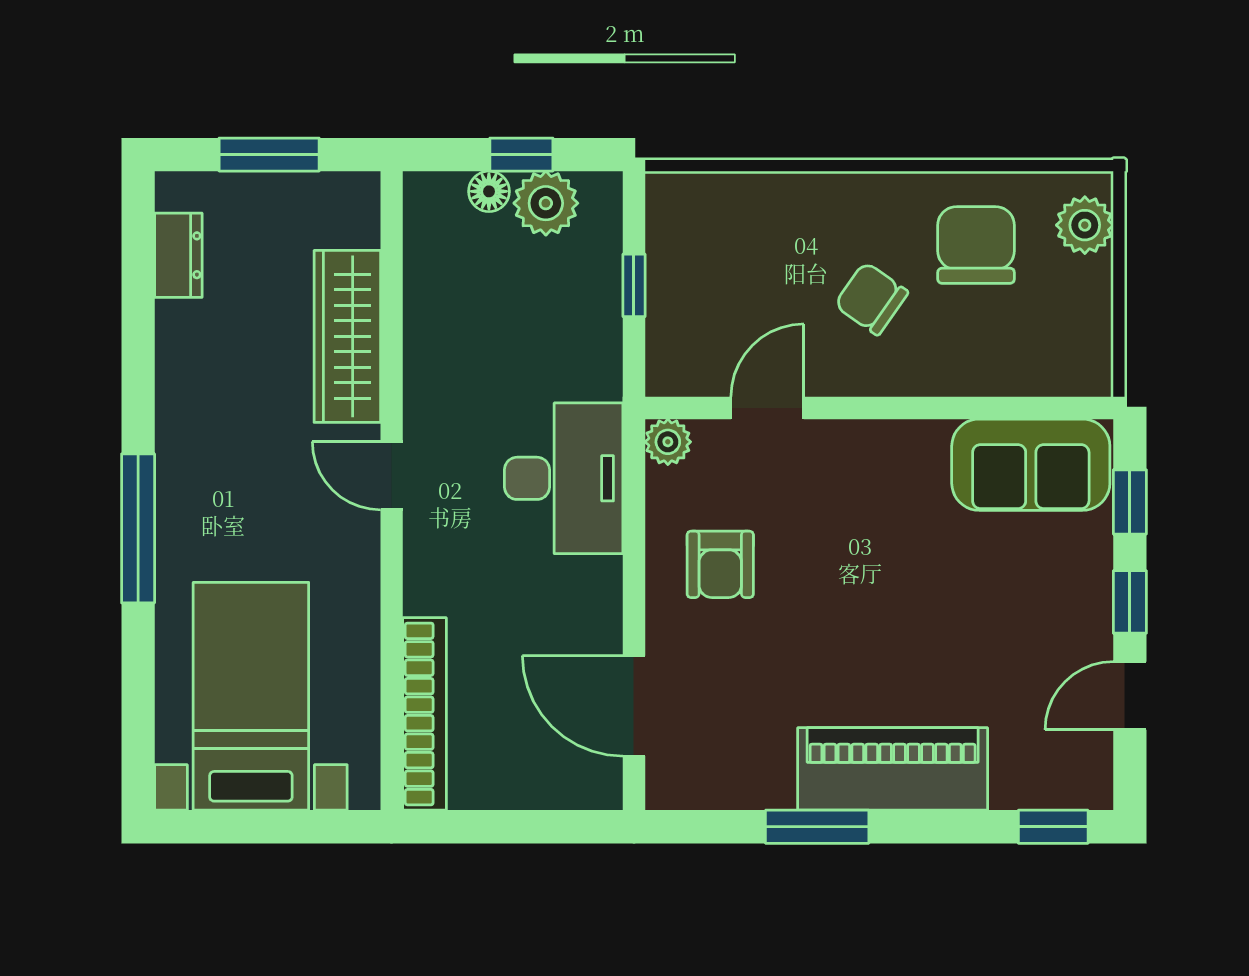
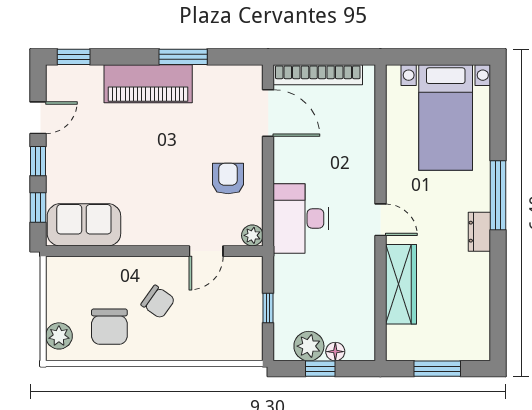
dresser: (178, 255) -> (479, 232), moved
bookcase: (424, 714) -> (318, 75), moved, turned -90

